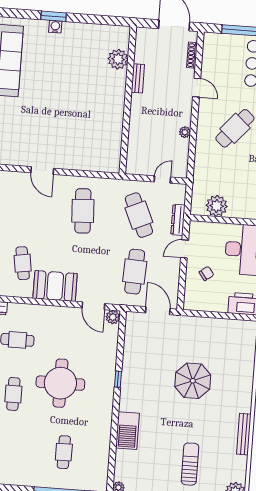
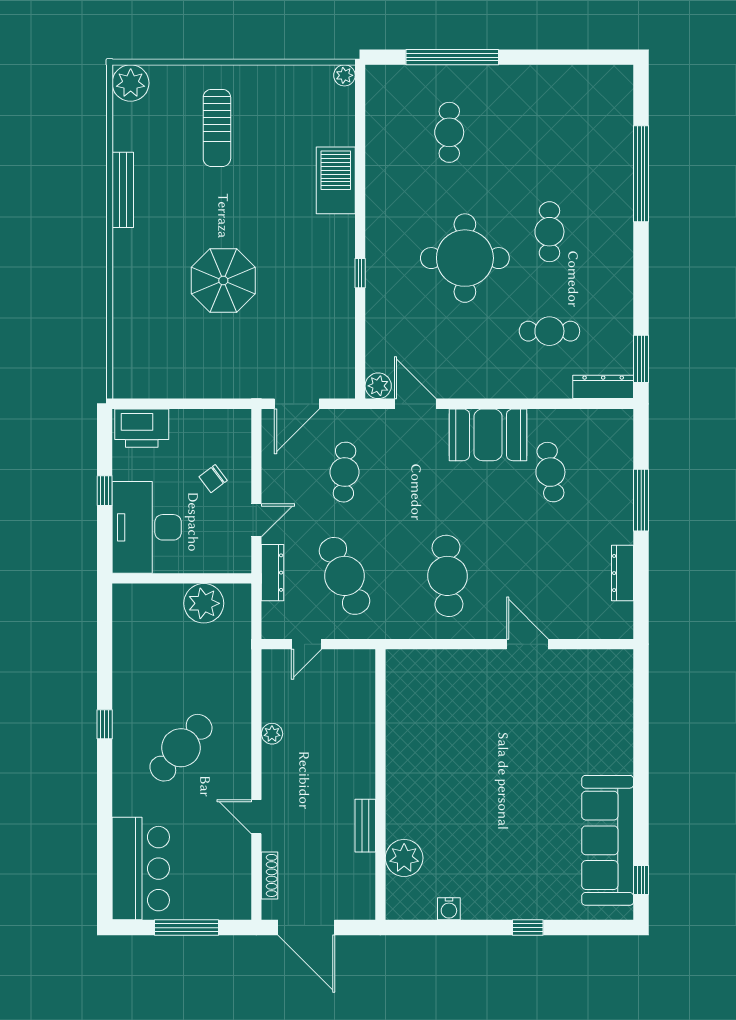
window: (54, 16) -> (528, 928), width x0.67
water cooler: (55, 27) -> (449, 909), moved
cafe table: (135, 272) -> (345, 472), width x0.73, depth x0.74
door: (158, 311) -> (297, 404), hinge flipped

